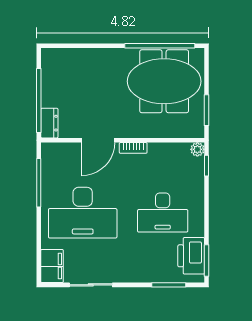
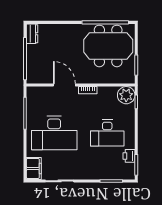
dresser: (49, 123) -> (32, 34), moved
door: (98, 140) -> (64, 85), swing flipped
plant: (197, 149) -> (126, 95), width x1.88, depth x1.88
printer: (191, 256) -> (129, 156), width x0.53, depth x0.68

